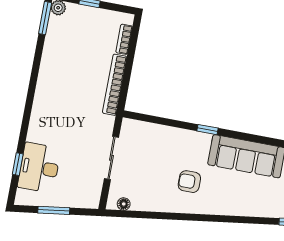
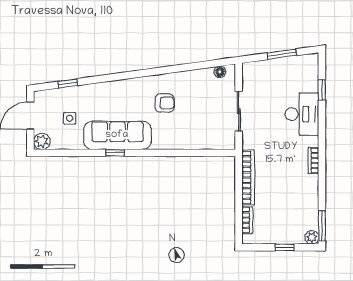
bookcase: (41, 90) -> (313, 161), added
window: (208, 130) -> (115, 153), moved
desk: (39, 168) -> (302, 114), moved

